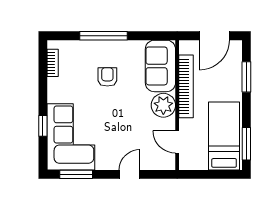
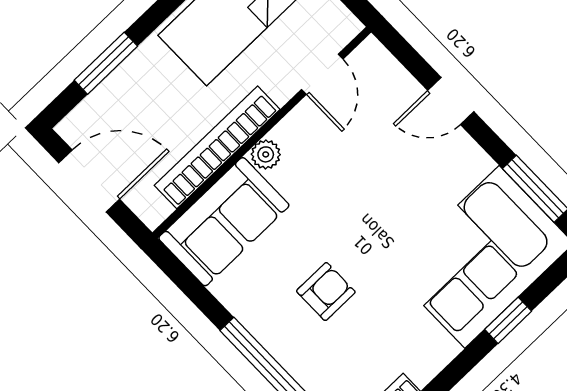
armchair: (107, 77) -> (326, 292), turned 180
plant: (163, 105) -> (266, 154), width x0.53, depth x0.53

